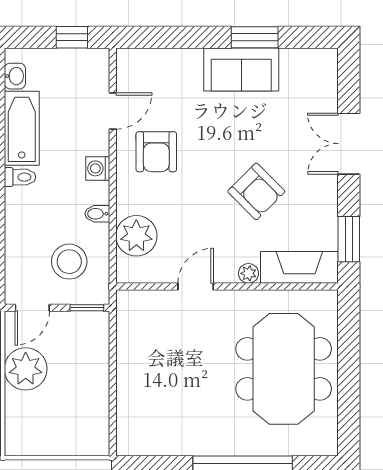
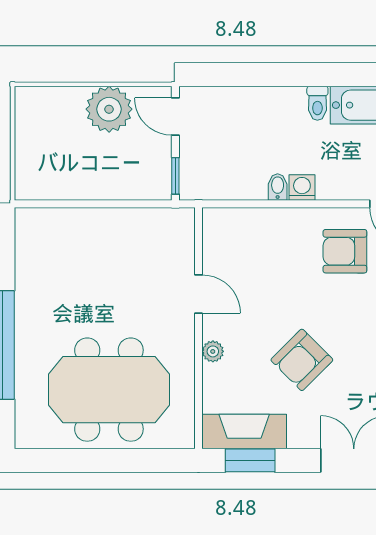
washing machine: (98, 168) -> (302, 188), moved
plant: (136, 236) -> (254, 230), removed
stool: (69, 262) -> (226, 157), removed
fireplace: (299, 267) -> (244, 431), moved, turned -90

